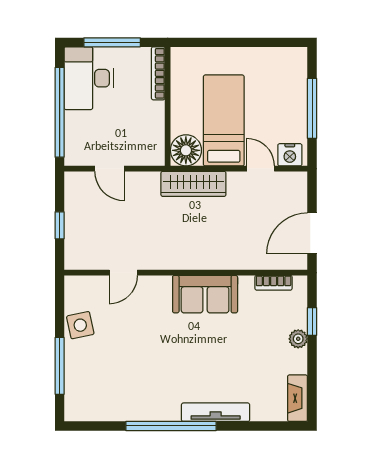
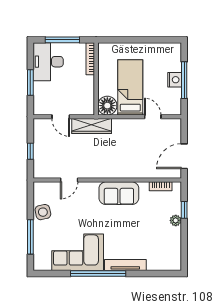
window: (60, 112) -> (30, 82), width x0.47
nightstand: (290, 155) -> (175, 80), moved, turned -90
wardrobe: (193, 184) -> (92, 126), moved
corner sofa: (137, 391) -> (78, 252), added
fireplace: (298, 398) -> (175, 257), removed

